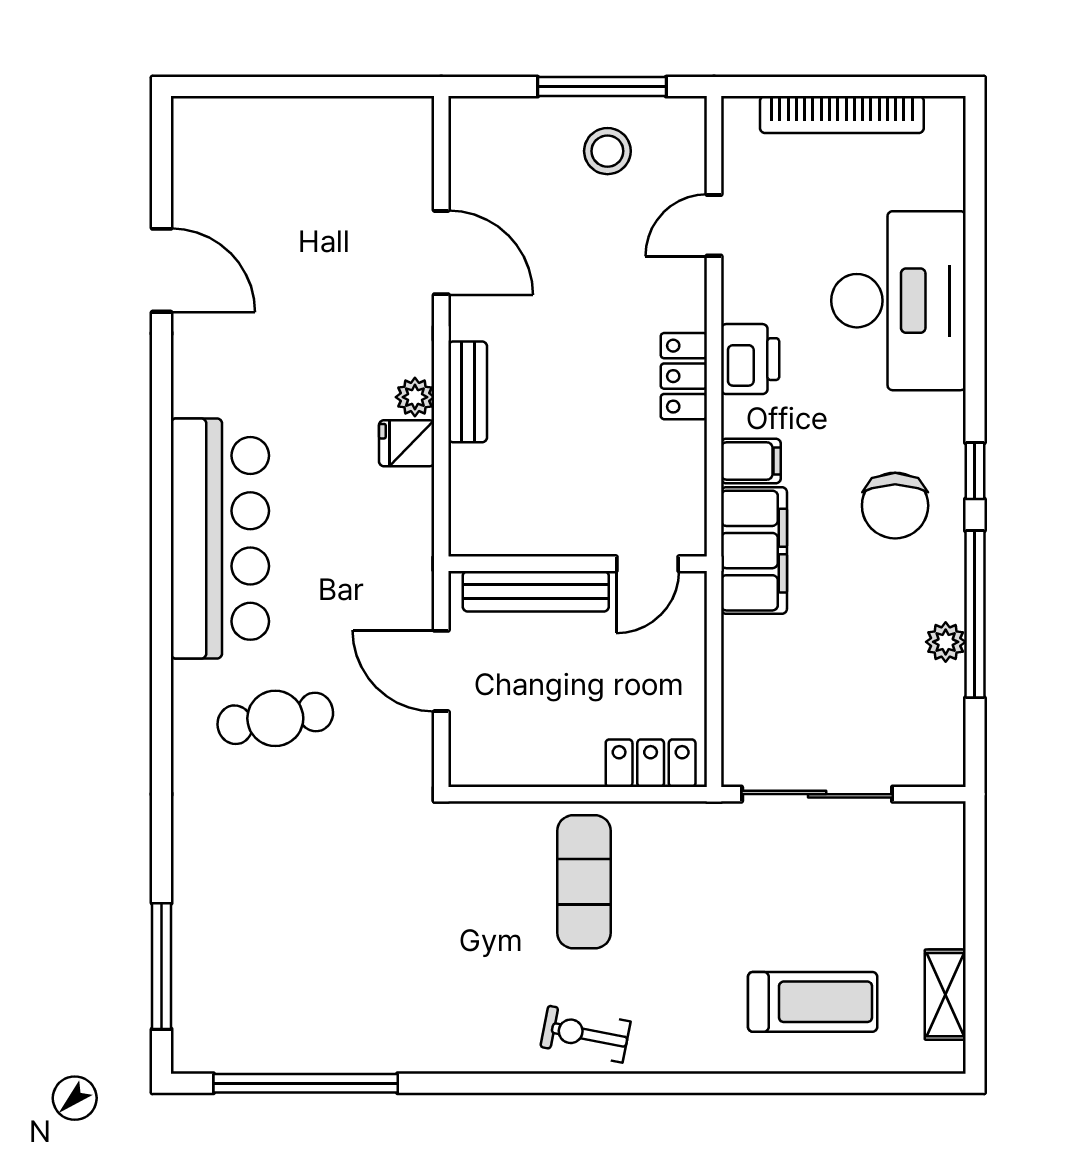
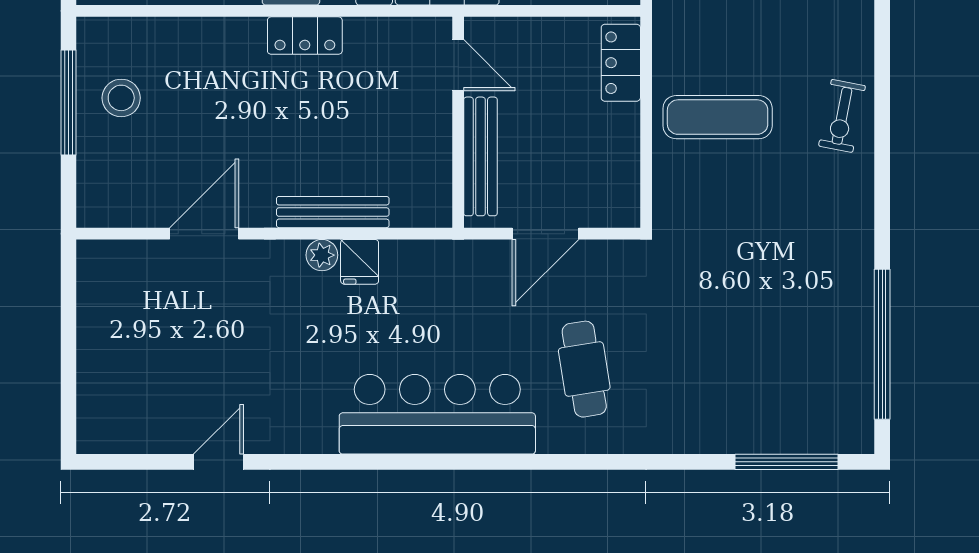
door: (714, 225) -> (182, 11), removed
door: (162, 270) -> (218, 462), width x0.73
bench: (468, 392) -> (333, 212), width x1.36

